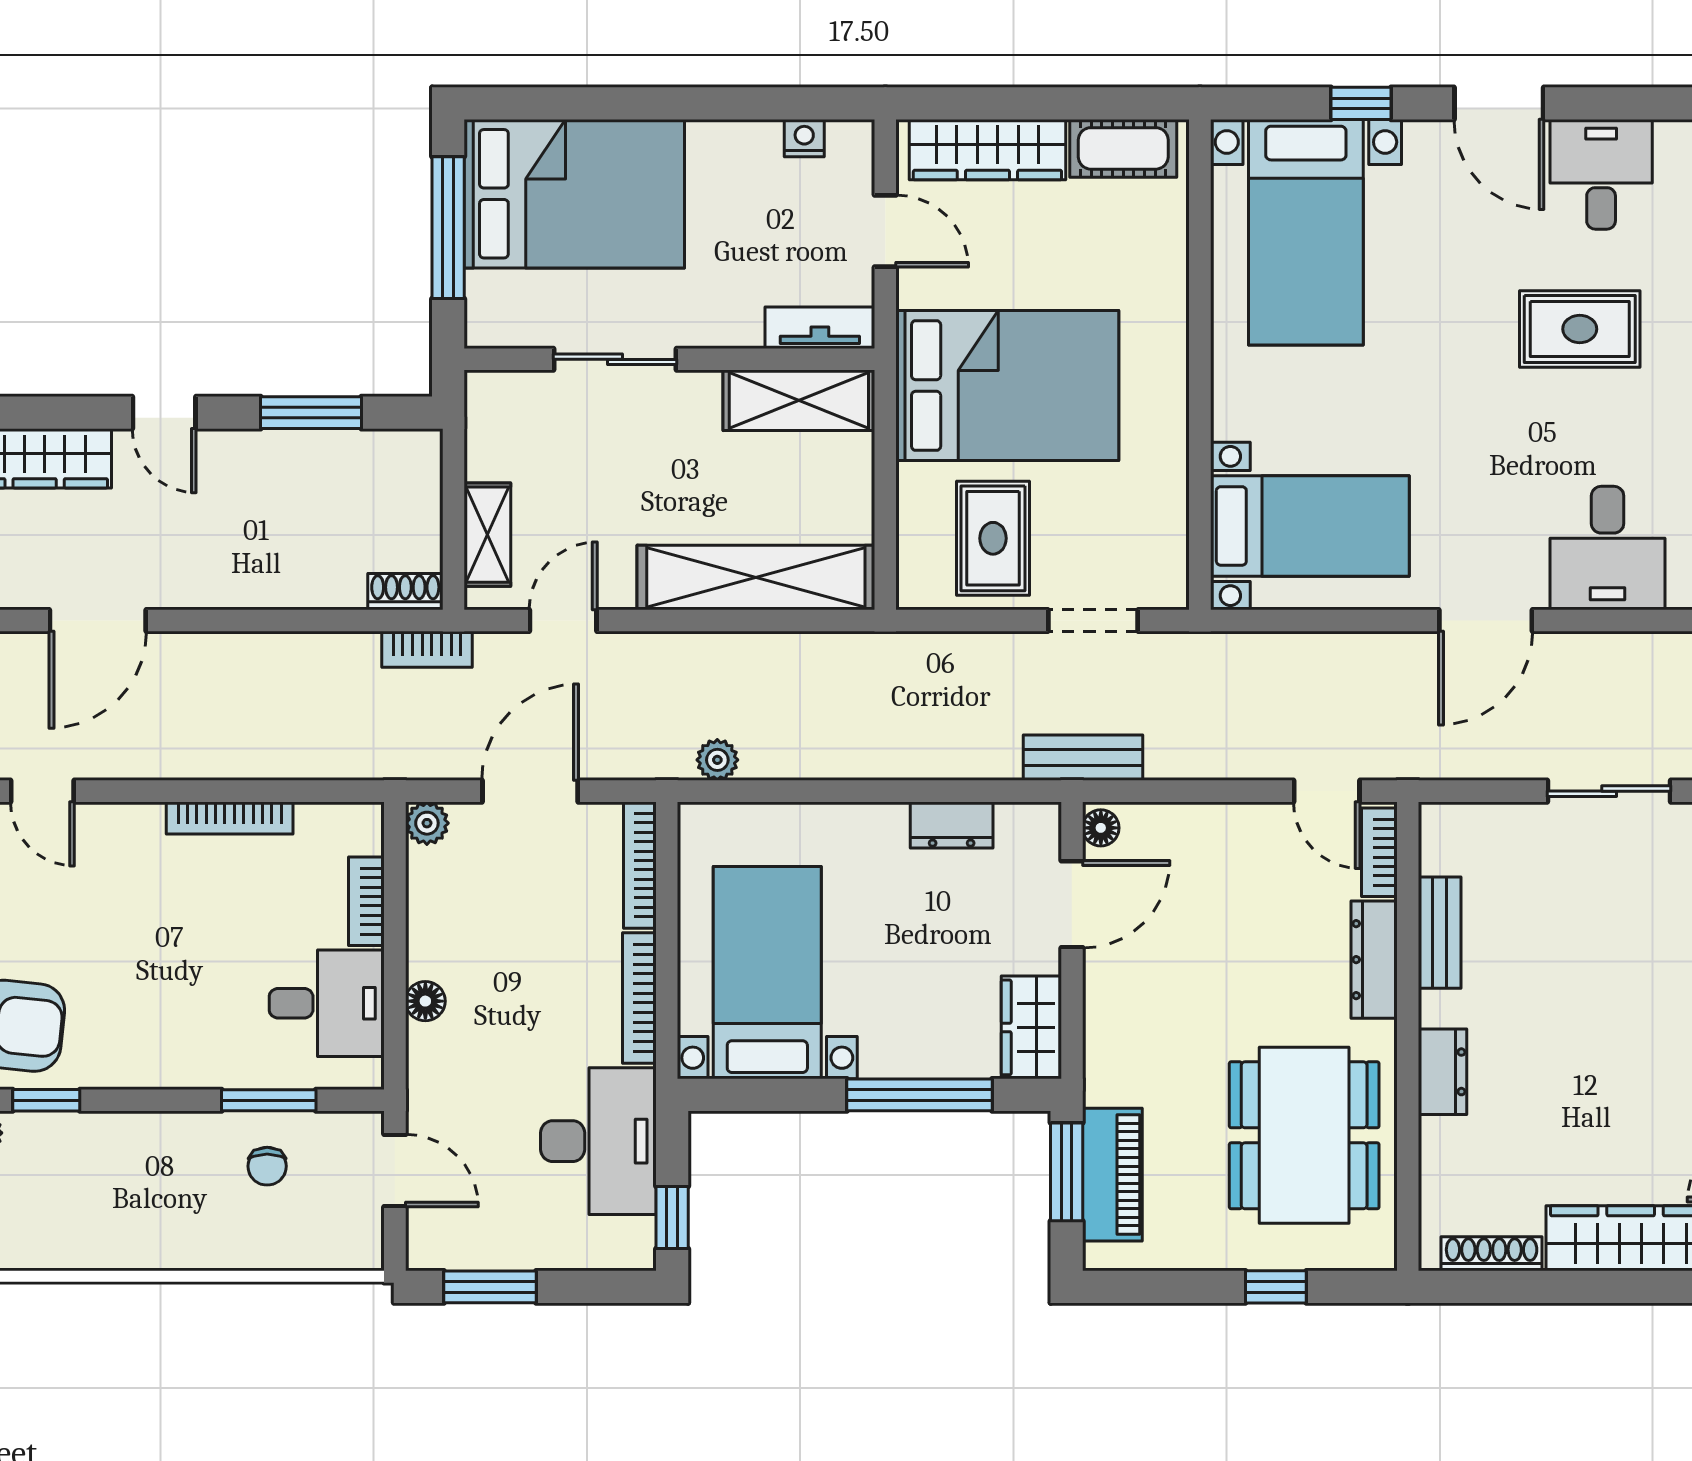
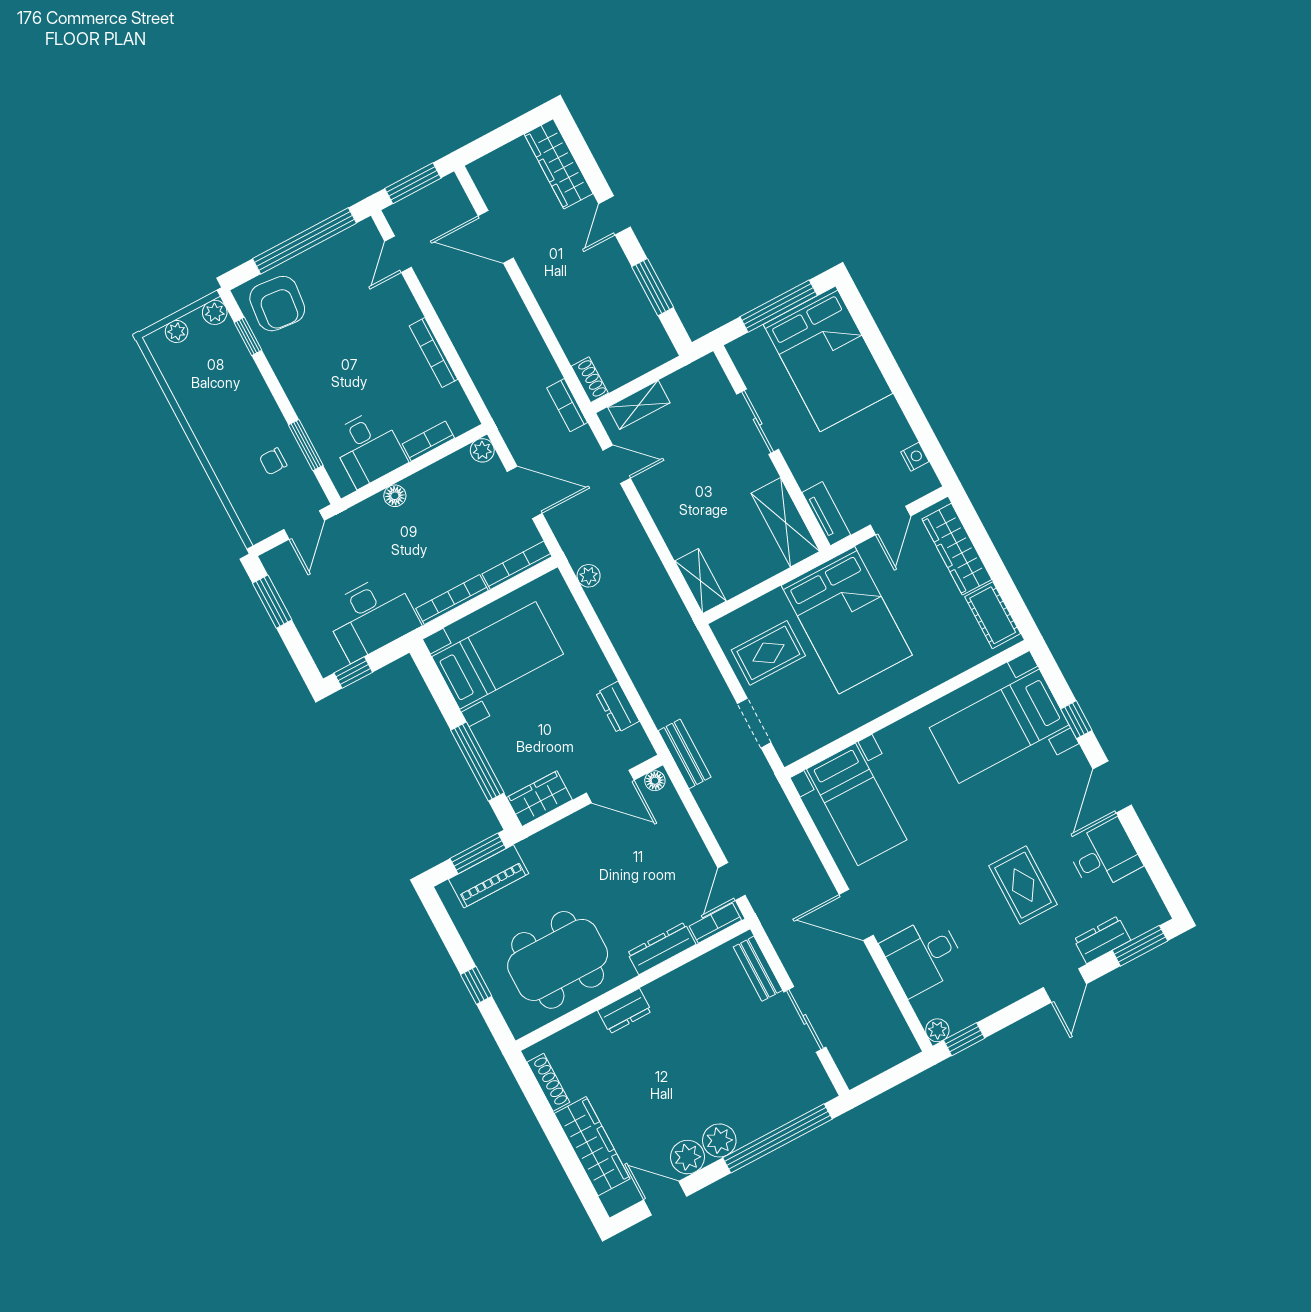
shelving: (756, 577) -> (701, 581), width x0.45, depth x0.75
bench: (1440, 933) -> (758, 969), moved, turned 90

